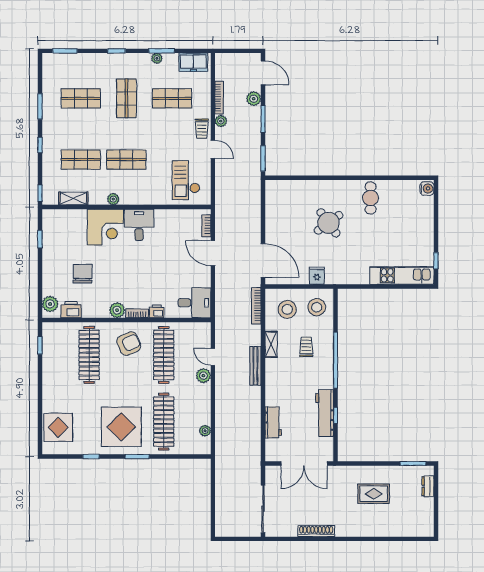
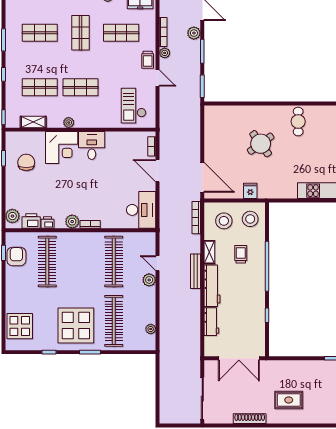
chair: (83, 274) -> (26, 162), moved
desk: (194, 303) -> (141, 210), width x1.37
printer: (157, 311) -> (48, 223), moved
armchair: (129, 344) -> (16, 256), moved, turned -67
workbench: (325, 413) -> (212, 286), moved, turned 180
rug: (374, 494) -> (289, 400), moved

